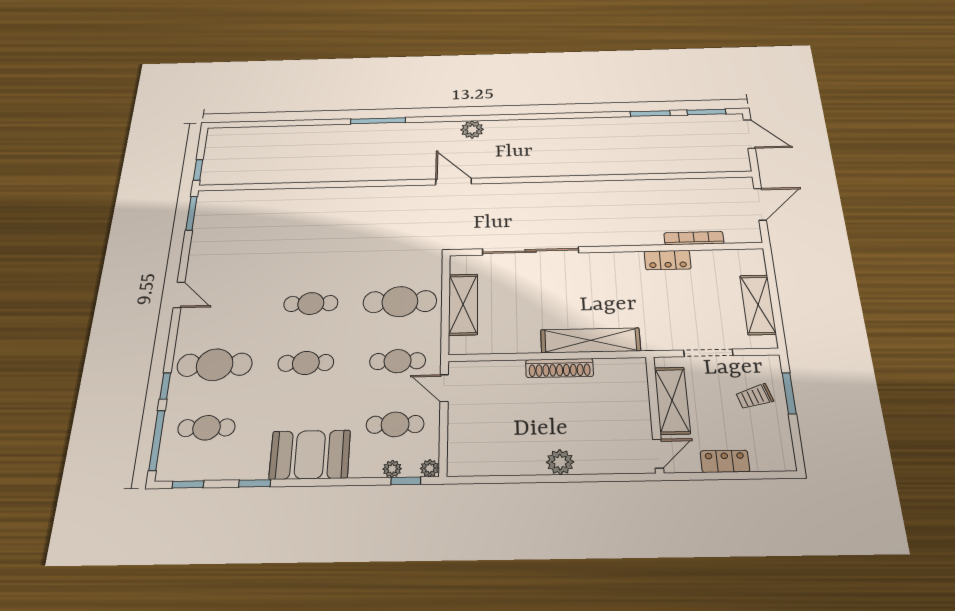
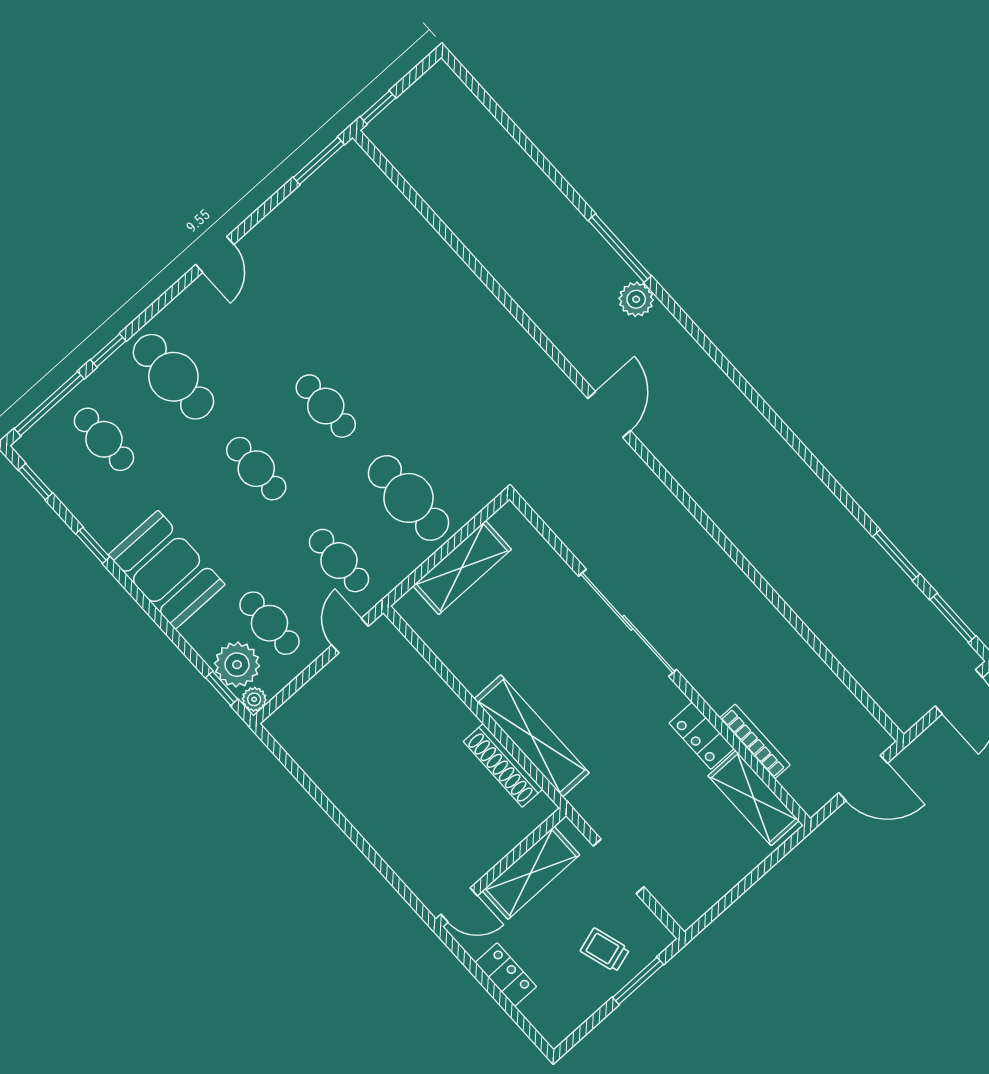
plant: (472, 130) -> (636, 299), moved
sliding door: (531, 251) -> (627, 623), moved
shelving: (758, 305) -> (754, 798), moved, turned 90
shoe rack: (559, 368) -> (503, 765), moved
plant: (560, 462) -> (369, 819), removed
plant: (392, 469) -> (237, 665), width x1.88, depth x1.88

